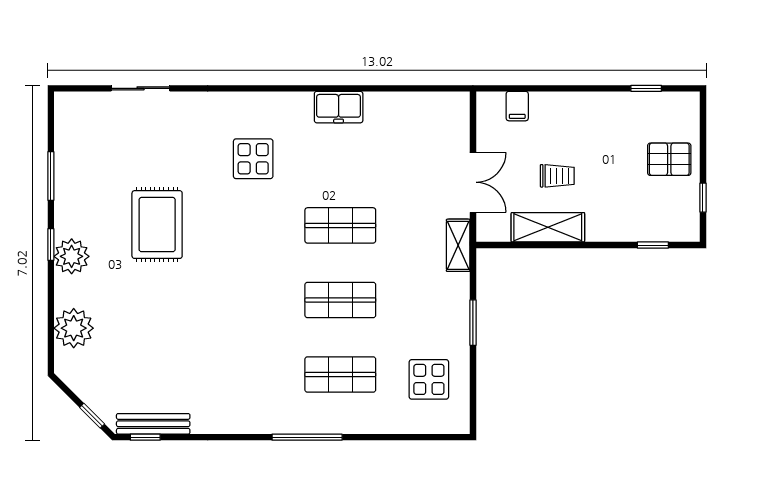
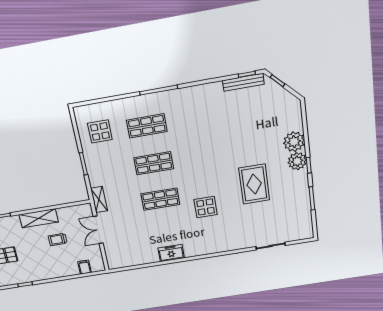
display table: (253, 159) -> (206, 207), moved
shelving: (548, 227) -> (39, 218), moved
plant: (74, 328) -> (294, 142), moved

